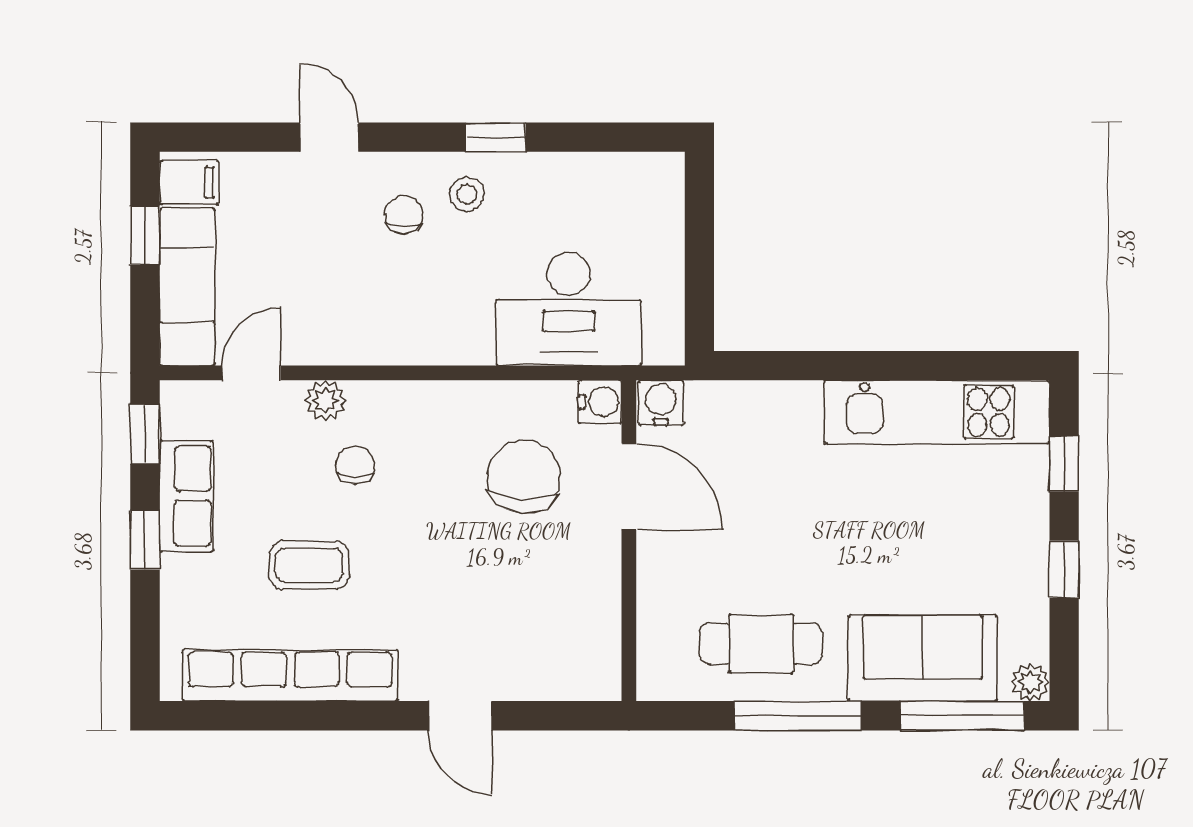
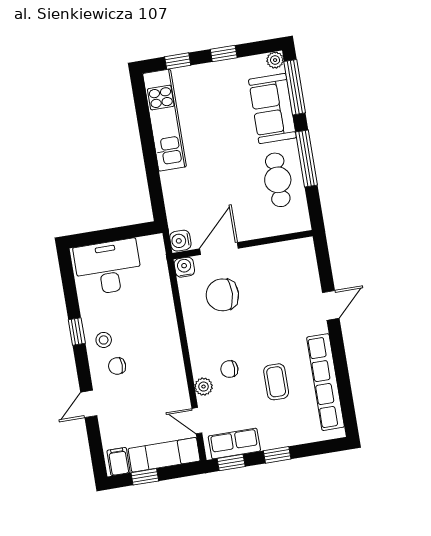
desk: (569, 309) -> (108, 267), moved, turned -90
row of seats: (186, 496) -> (234, 444), moved

